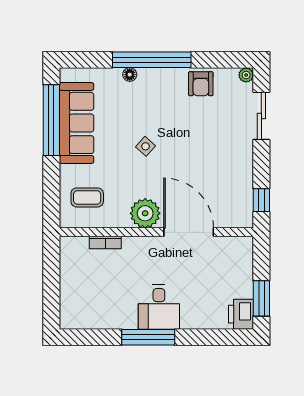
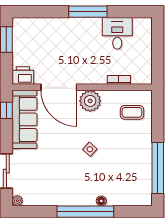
armchair: (201, 84) -> (50, 194), removed
sofa: (76, 123) -> (24, 119), moved, turned 180
desk: (159, 307) -> (117, 33), moved
printer: (241, 314) -> (23, 76), moved, turned -90

